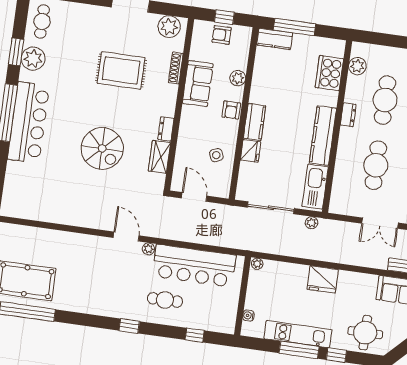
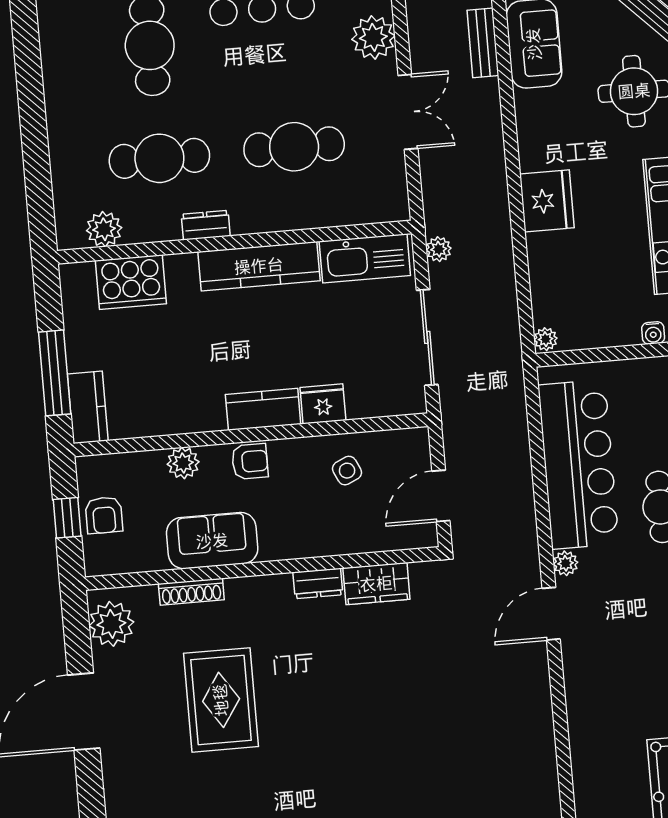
spiral stairs: (102, 148) -> (386, 702), removed

